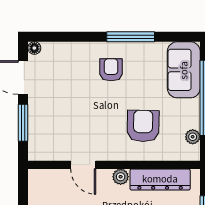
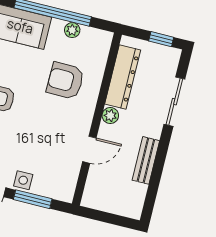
side table: (39, 109) -> (23, 180), added
plant: (193, 137) -> (72, 30), moved

